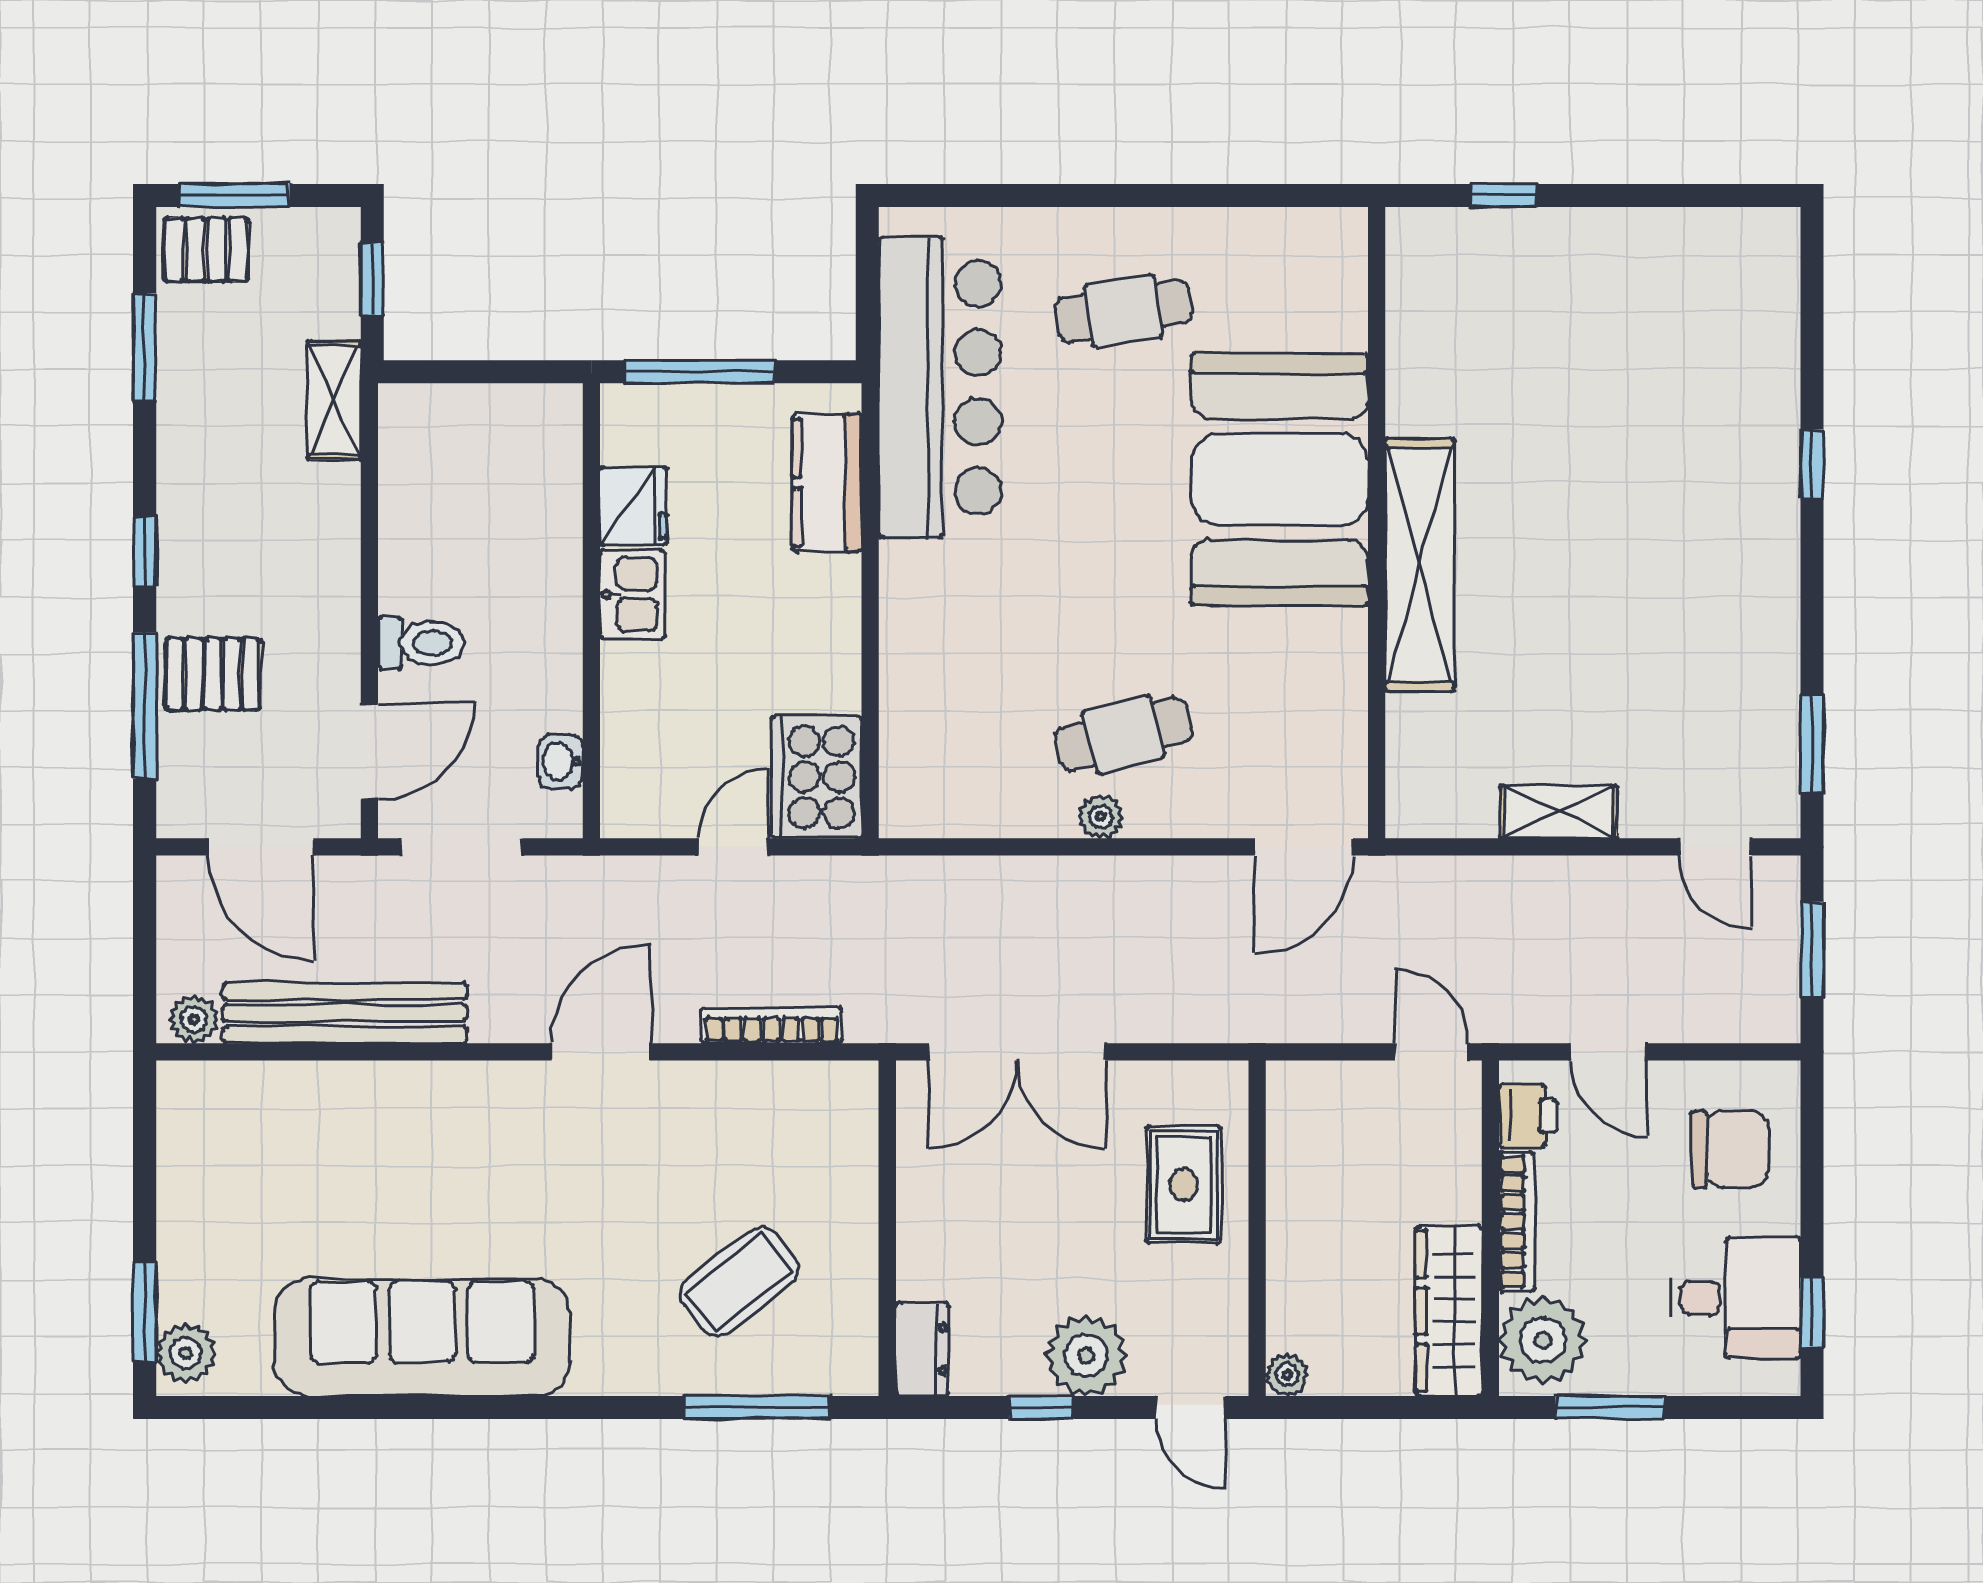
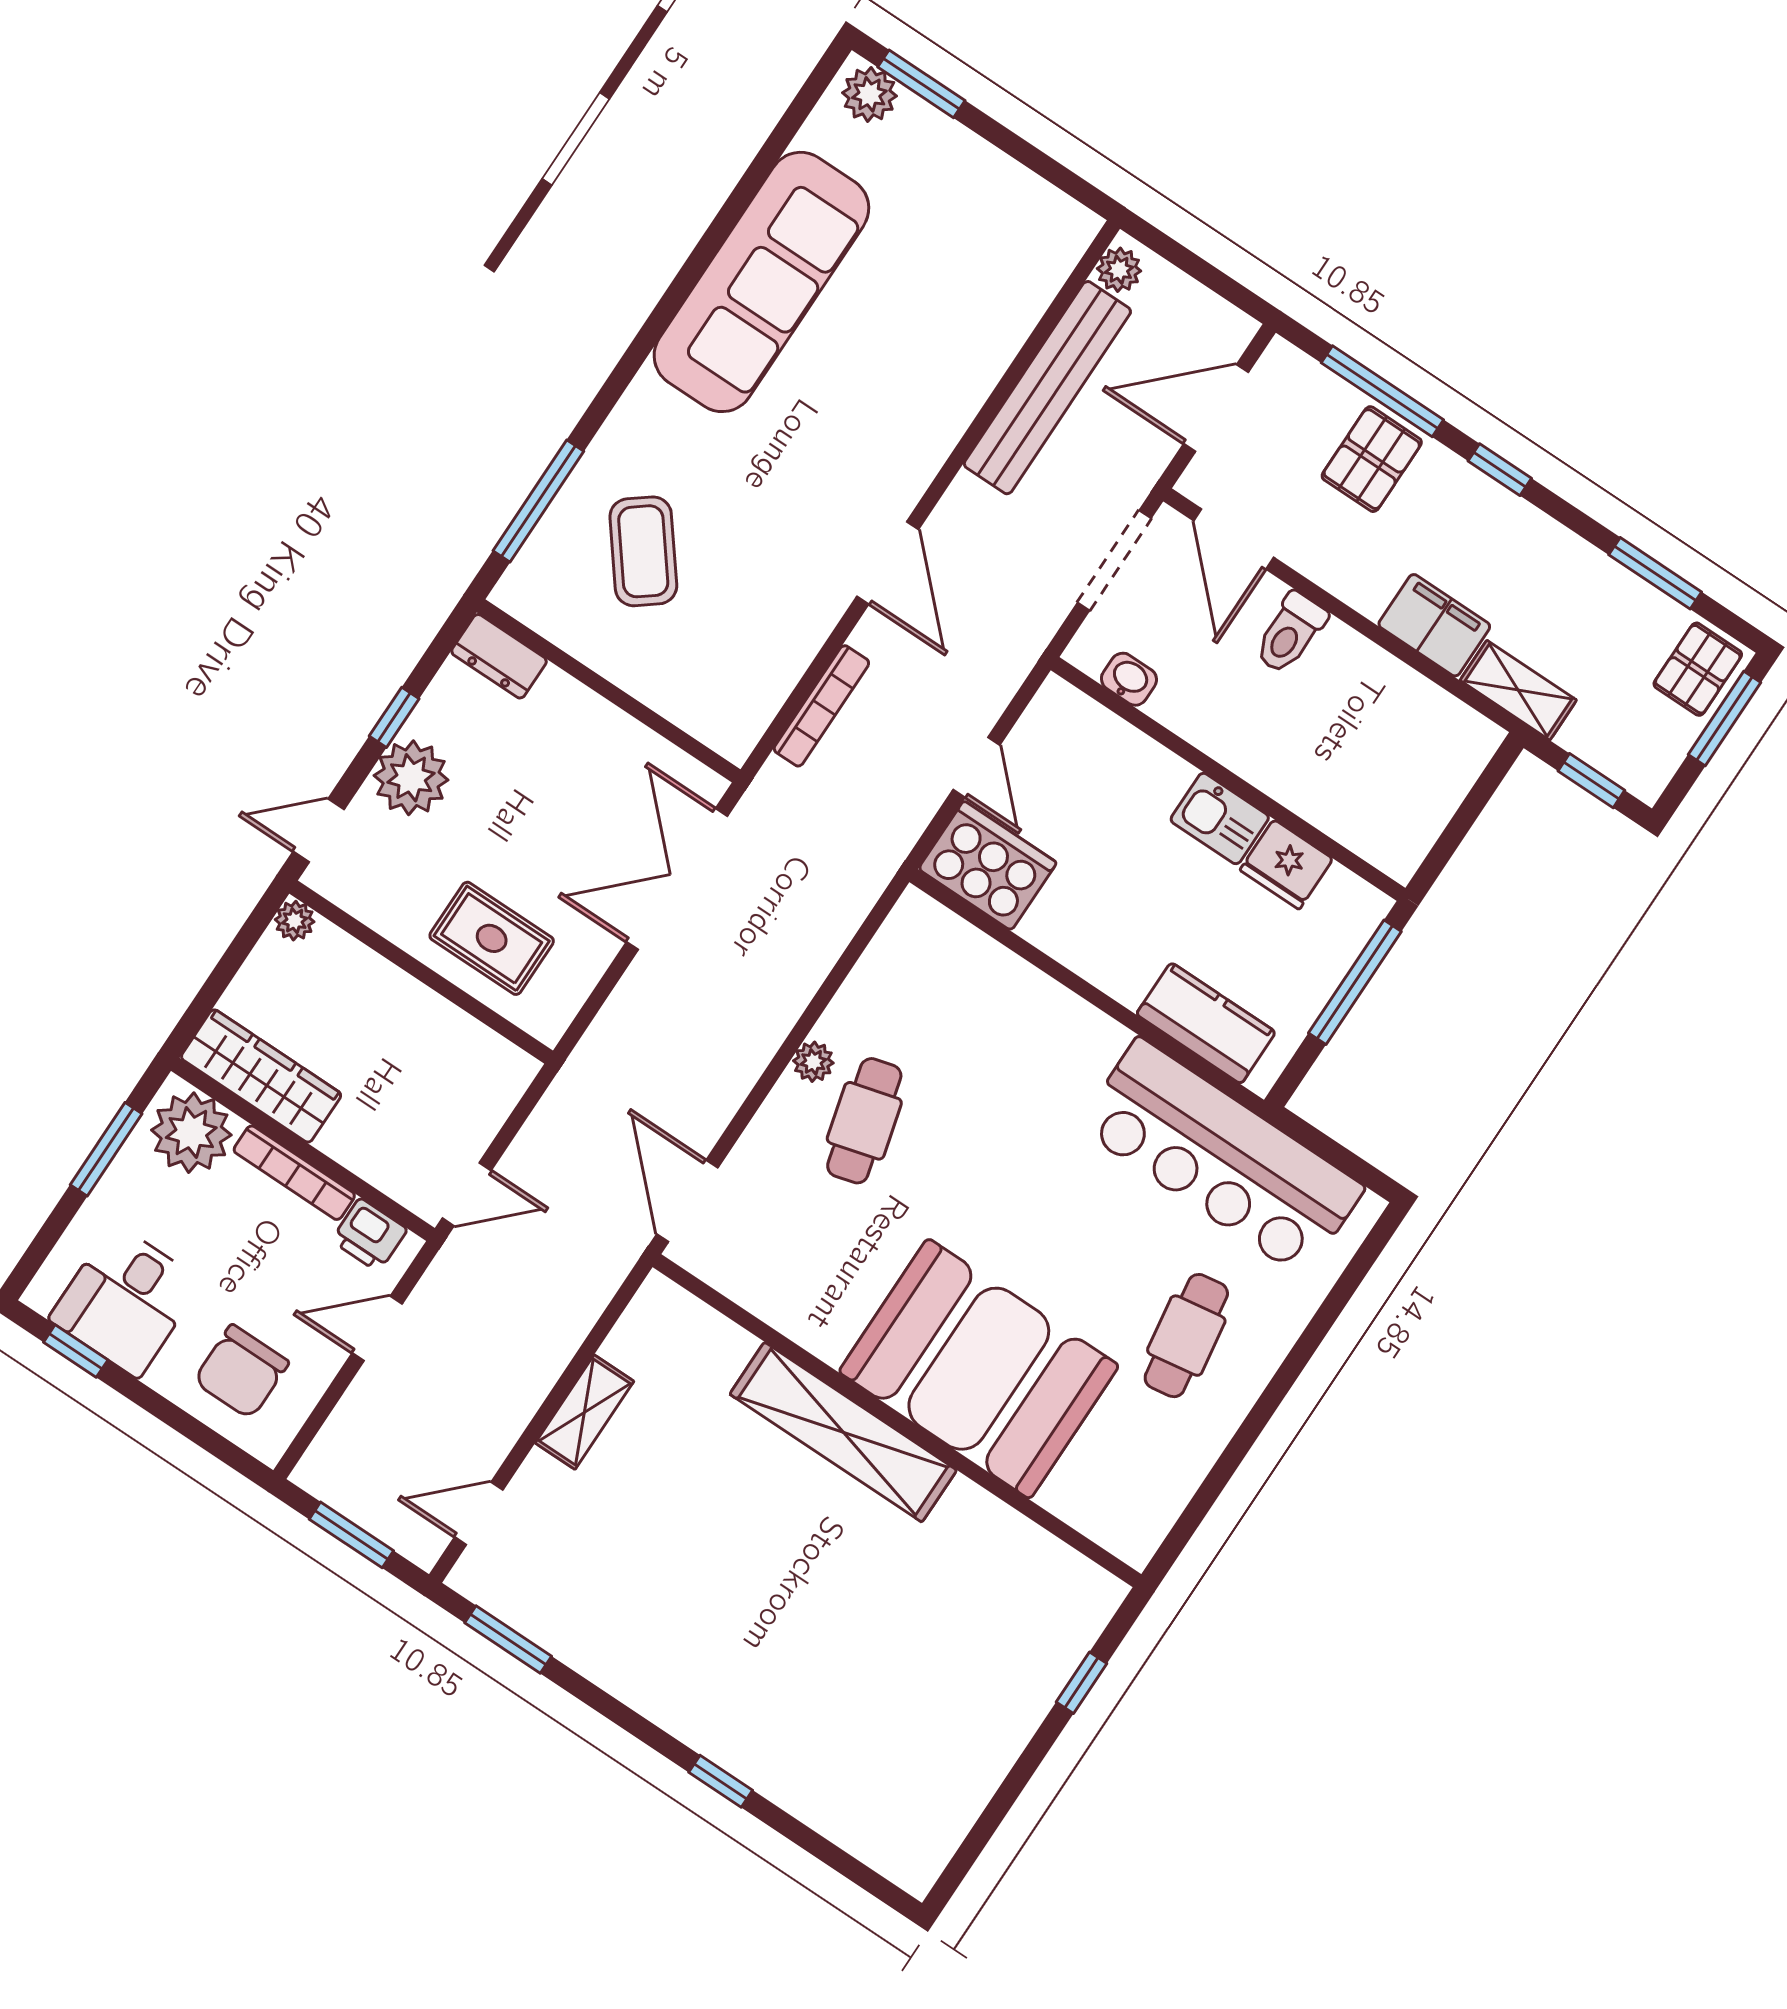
filing cabinet: (326, 516) -> (1434, 625), added

